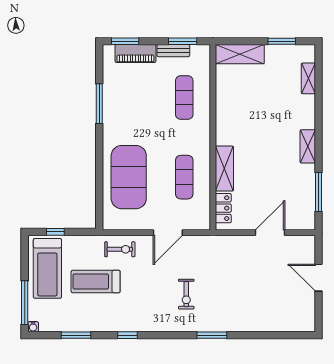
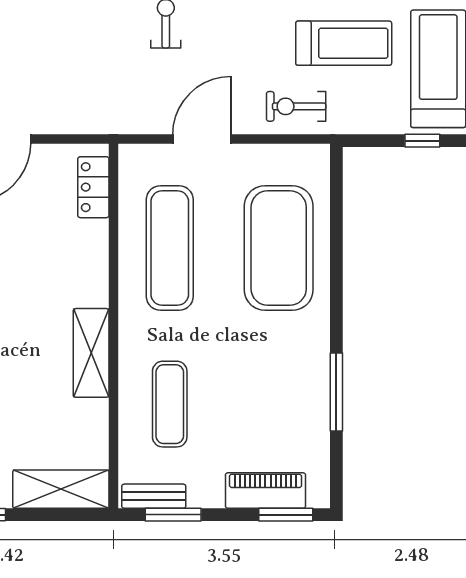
bench: (173, 51) -> (154, 496), moved
shelving: (224, 169) -> (91, 353), moved
exercise mat: (184, 177) -> (170, 248), width x1.36, depth x1.45

